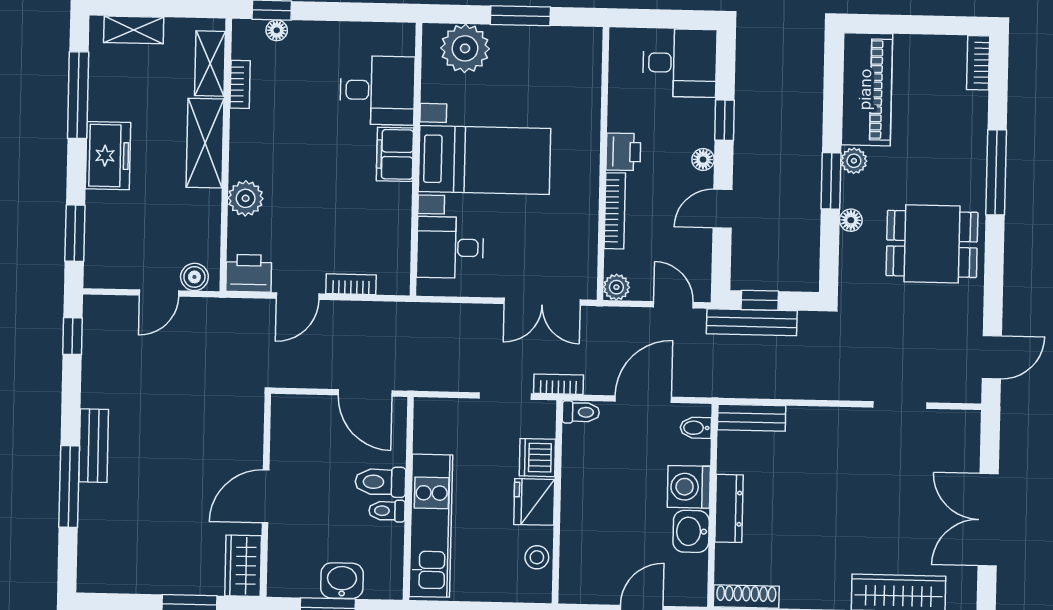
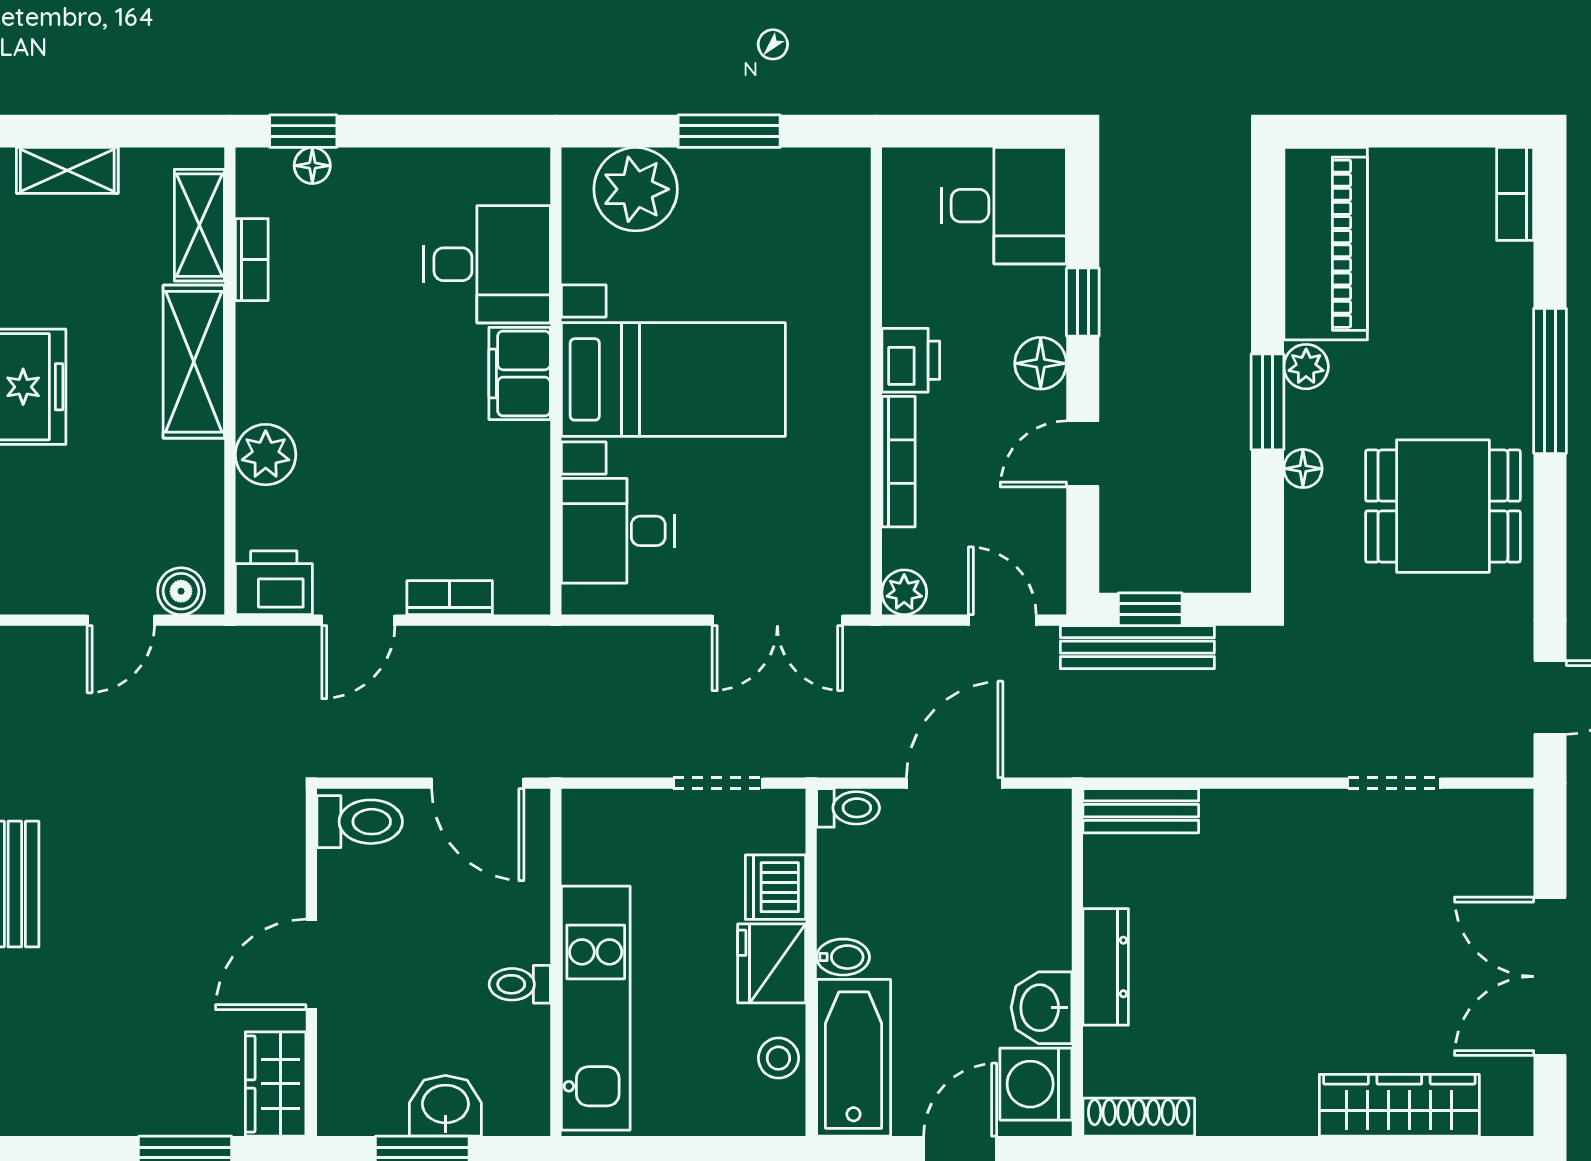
floor lamp: (703, 160) -> (1041, 363), width x1.37, depth x1.37
bookcase: (559, 384) -> (809, 761), removed
bidet: (696, 428) -> (843, 957), moved, turned 180
toilet: (380, 482) -> (360, 822), moved, turned 180
washing machine: (689, 487) -> (1036, 1084), moved
bathtub: (581, 558) -> (854, 1058), added

